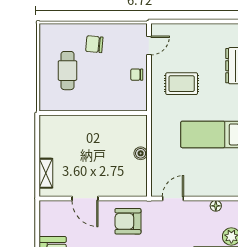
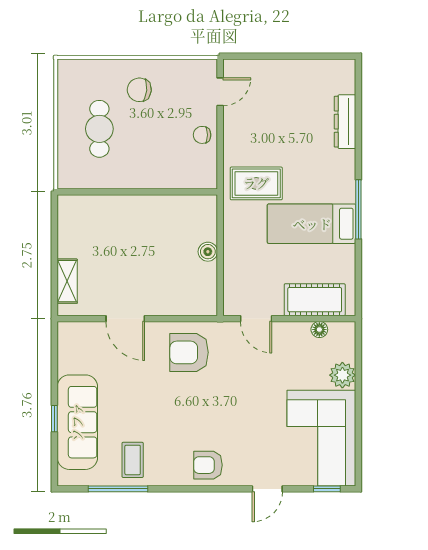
rug: (182, 84) -> (256, 183), moved
cot: (213, 186) -> (315, 300), added
door: (173, 198) -> (256, 319), swing flipped

